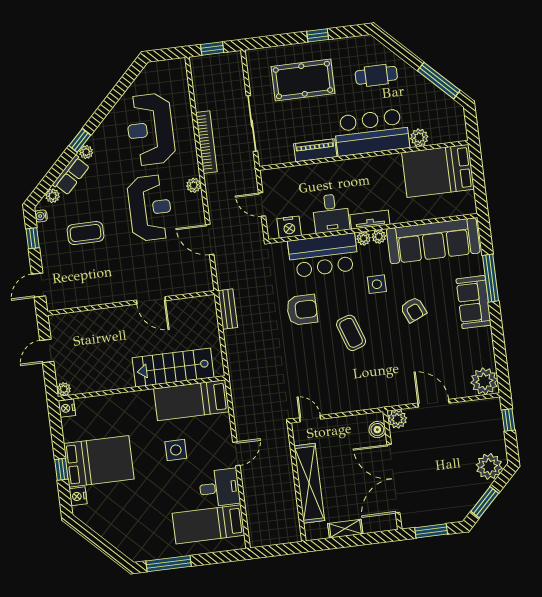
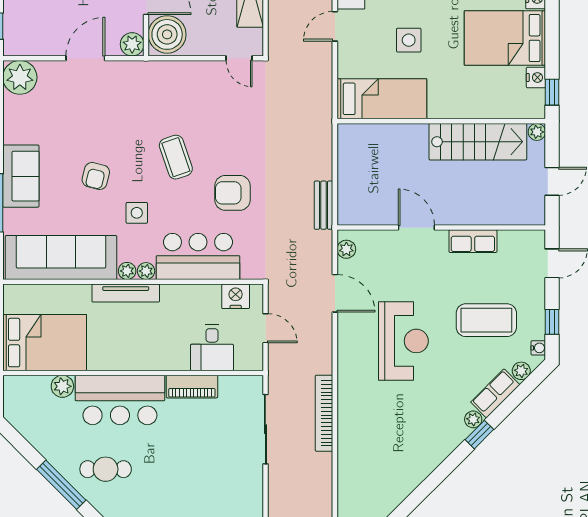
pool table: (303, 80) -> (196, 475), removed
window: (439, 81) -> (61, 485), moved
reception desk: (150, 129) -> (391, 437), removed
plant: (194, 185) -> (346, 249), moved
reception desk: (150, 208) -> (403, 341), turned 180
desk: (331, 213) -> (212, 348), moved, turned 180
tv unit: (370, 220) -> (126, 293), width x1.41
coffee table: (86, 233) -> (486, 320), width x1.36, depth x1.32
row of seats: (104, 295) -> (473, 241), added
armchair: (413, 310) -> (96, 176), turned -142
stairs: (173, 368) -> (478, 142), moved
door: (434, 403) -> (85, 58), swing flipped
nightstand: (67, 408) -> (536, 77), moved
boiler: (377, 430) -> (167, 34), width x1.86, depth x1.86
window: (61, 469) -> (552, 92), moved

